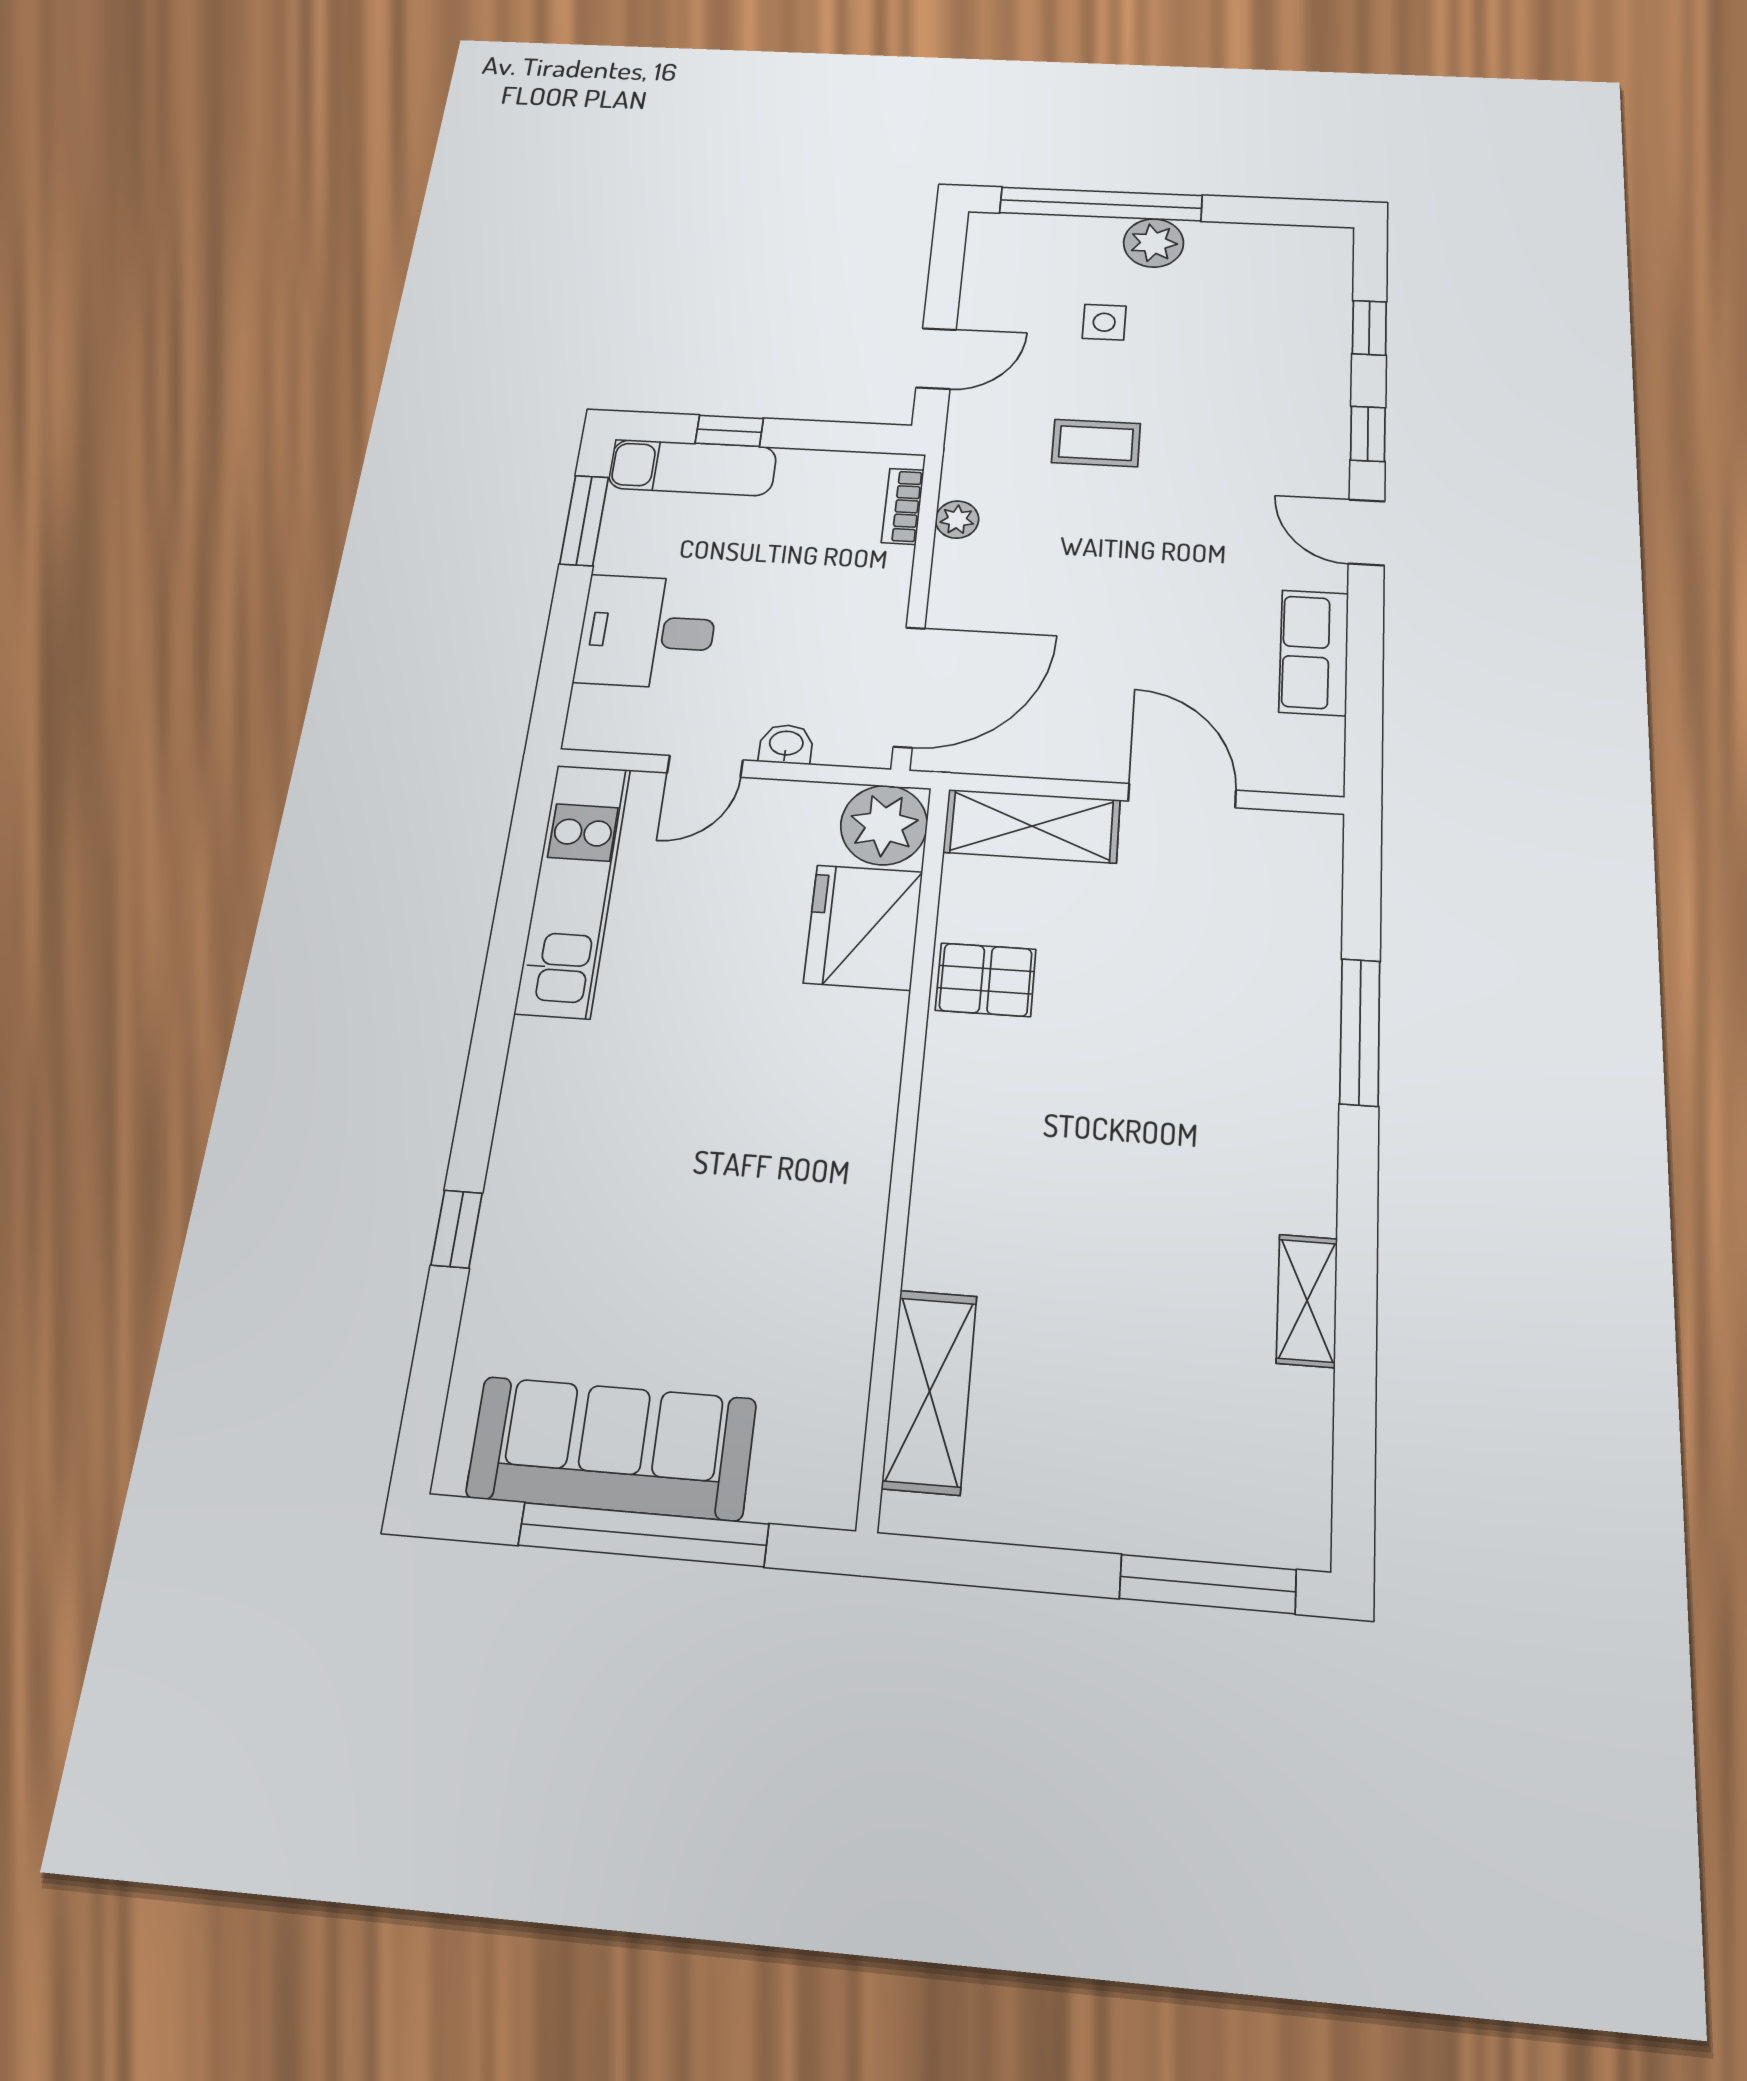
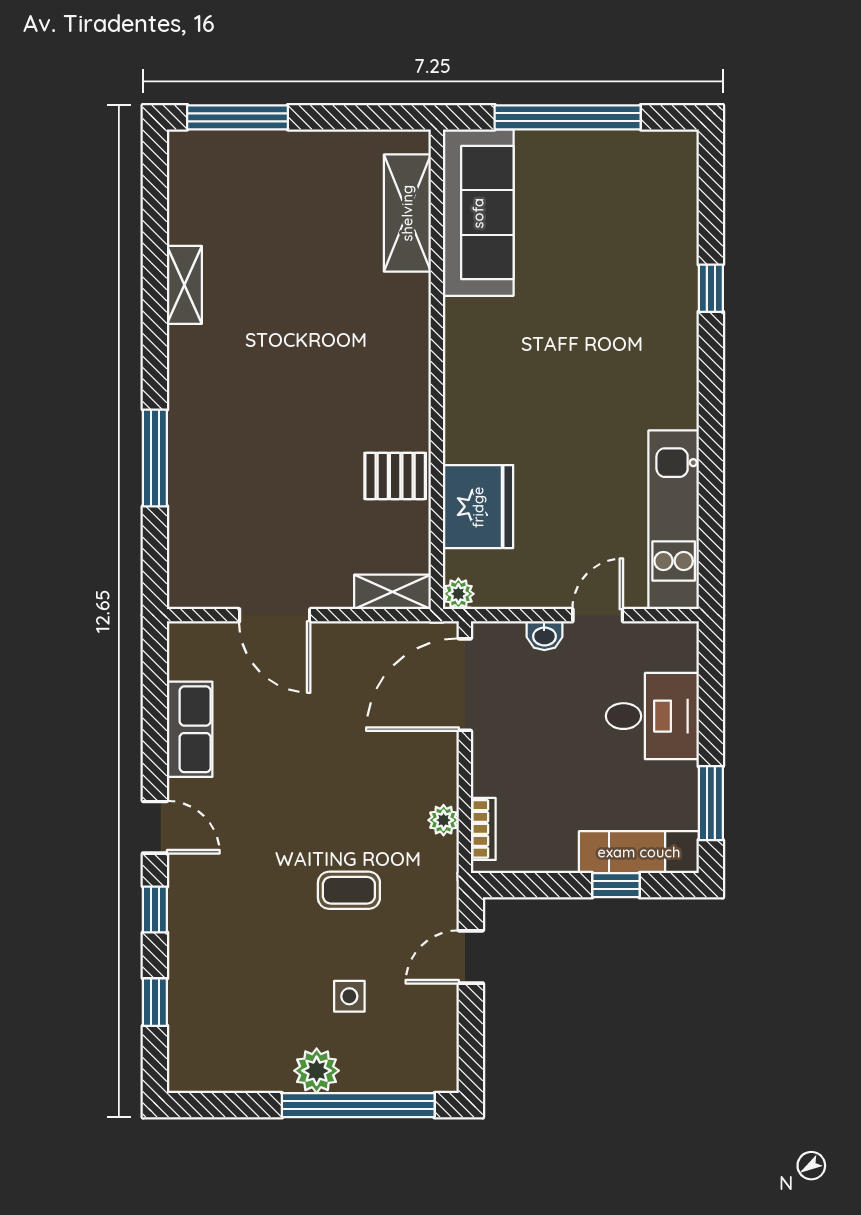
plant: (884, 825) -> (458, 594), width x0.53, depth x0.53
shelving: (1032, 826) -> (392, 592), width x0.67, depth x0.75
sofa: (612, 1448) -> (478, 213), moved, turned -90

